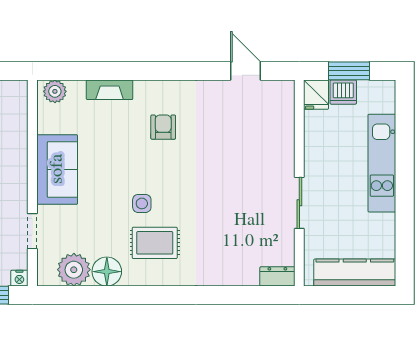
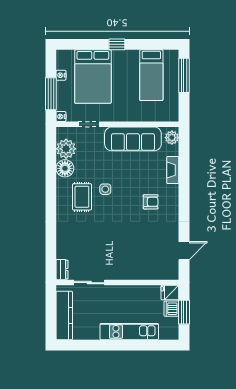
sofa: (57, 169) -> (133, 139), width x1.36
sliding door: (299, 203) -> (89, 283), moved

